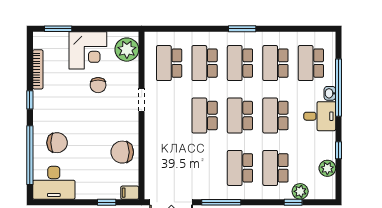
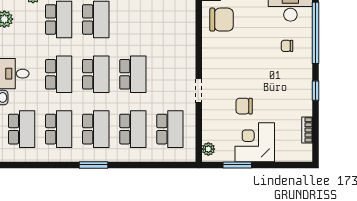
window: (58, 29) -> (237, 165), moved
plant: (127, 50) -> (208, 149), width x0.53, depth x0.53
bookcase: (38, 69) -> (307, 130), width x0.64
chair: (98, 85) -> (244, 106), turned -90
chair: (57, 143) -> (287, 46), width x0.54, depth x0.54
chair: (122, 152) -> (222, 20), moved

